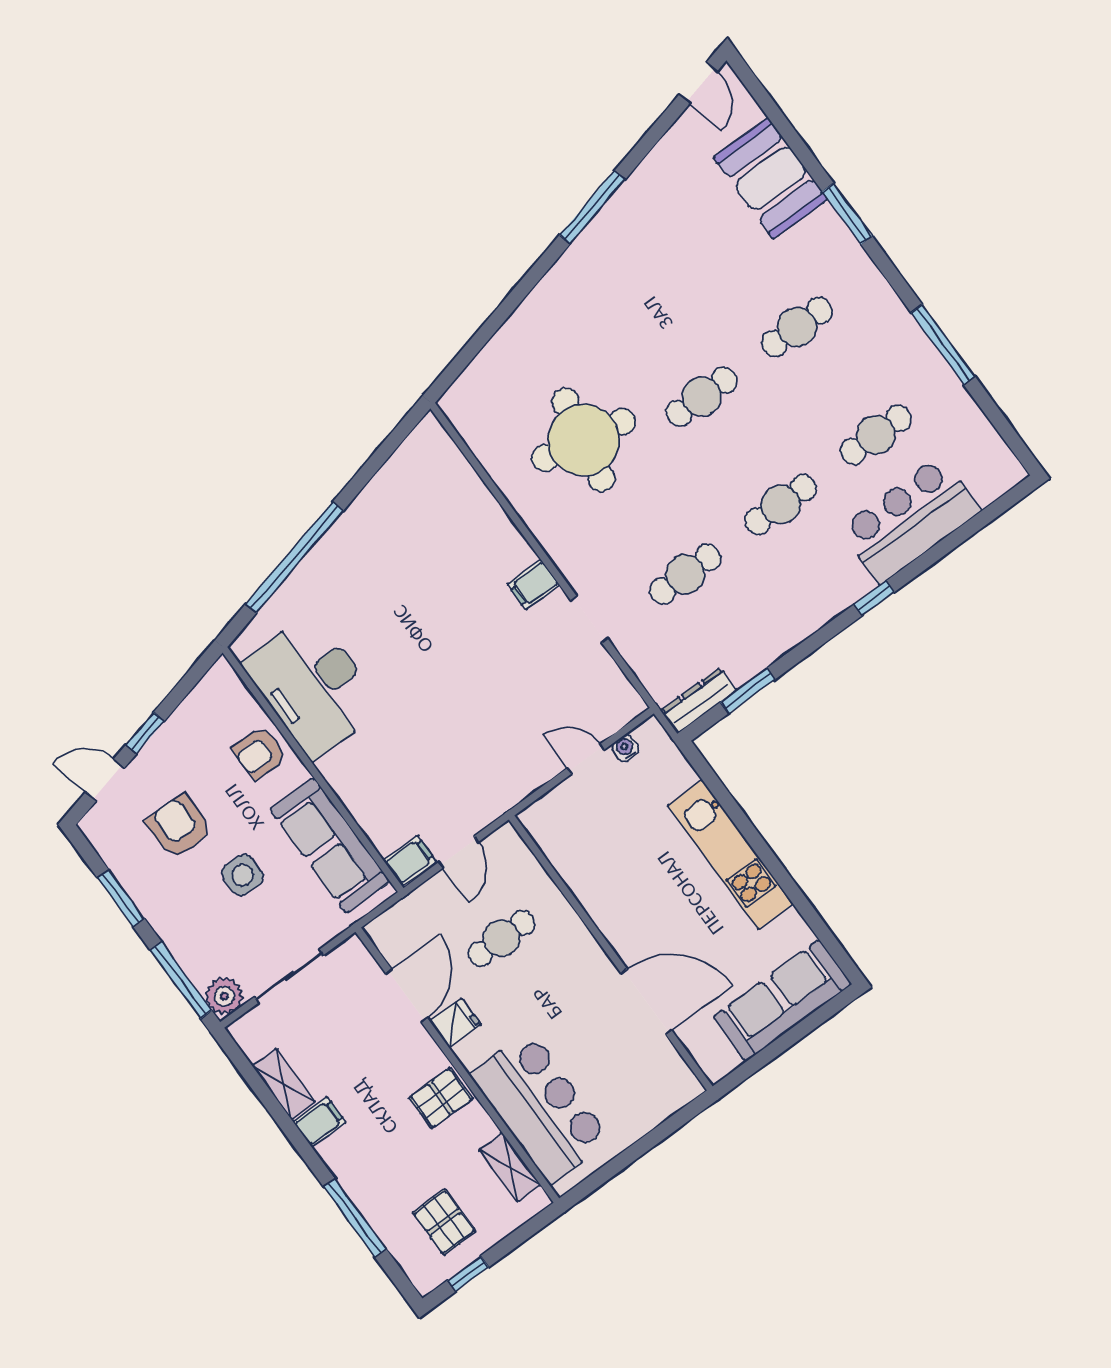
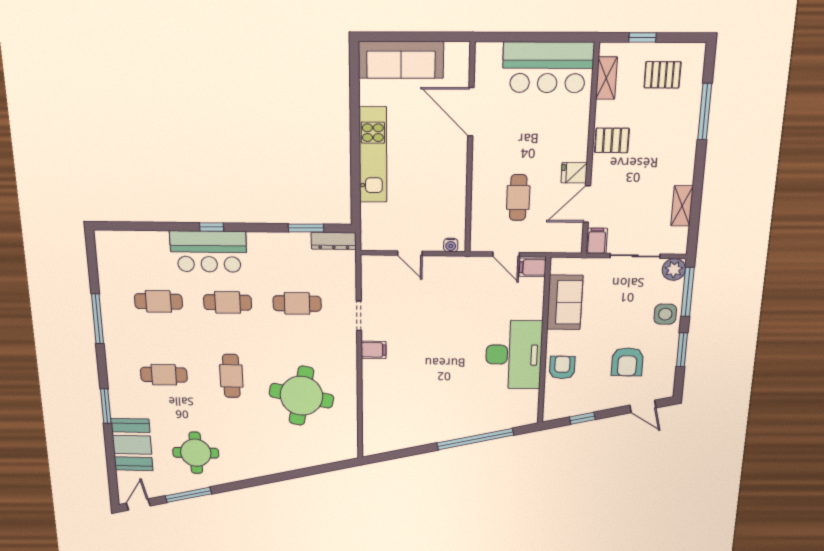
window: (592, 207) -> (188, 495), moved
round table: (671, 235) -> (196, 453), added
cafe table: (702, 397) -> (231, 376), turned 90
bar counter: (910, 520) -> (209, 252), moved
desk: (313, 686) -> (514, 355), moved
window: (145, 733) -> (582, 418), moved
water cooler: (625, 748) -> (451, 245), moved
armchair: (260, 753) -> (562, 367), turned -90
sofa: (330, 845) -> (565, 302), width x0.73
door: (458, 852) -> (506, 254), swing flipped
side table: (243, 875) -> (665, 314), moved
cafe table: (502, 938) -> (518, 198), turned 90
bar counter: (540, 1107) -> (548, 67), moved, turned -90
filing cabinet: (320, 1122) -> (597, 241), moved, turned 90
pallet: (444, 1222) -> (662, 75), turned 90
window: (468, 1274) -> (642, 37), moved

